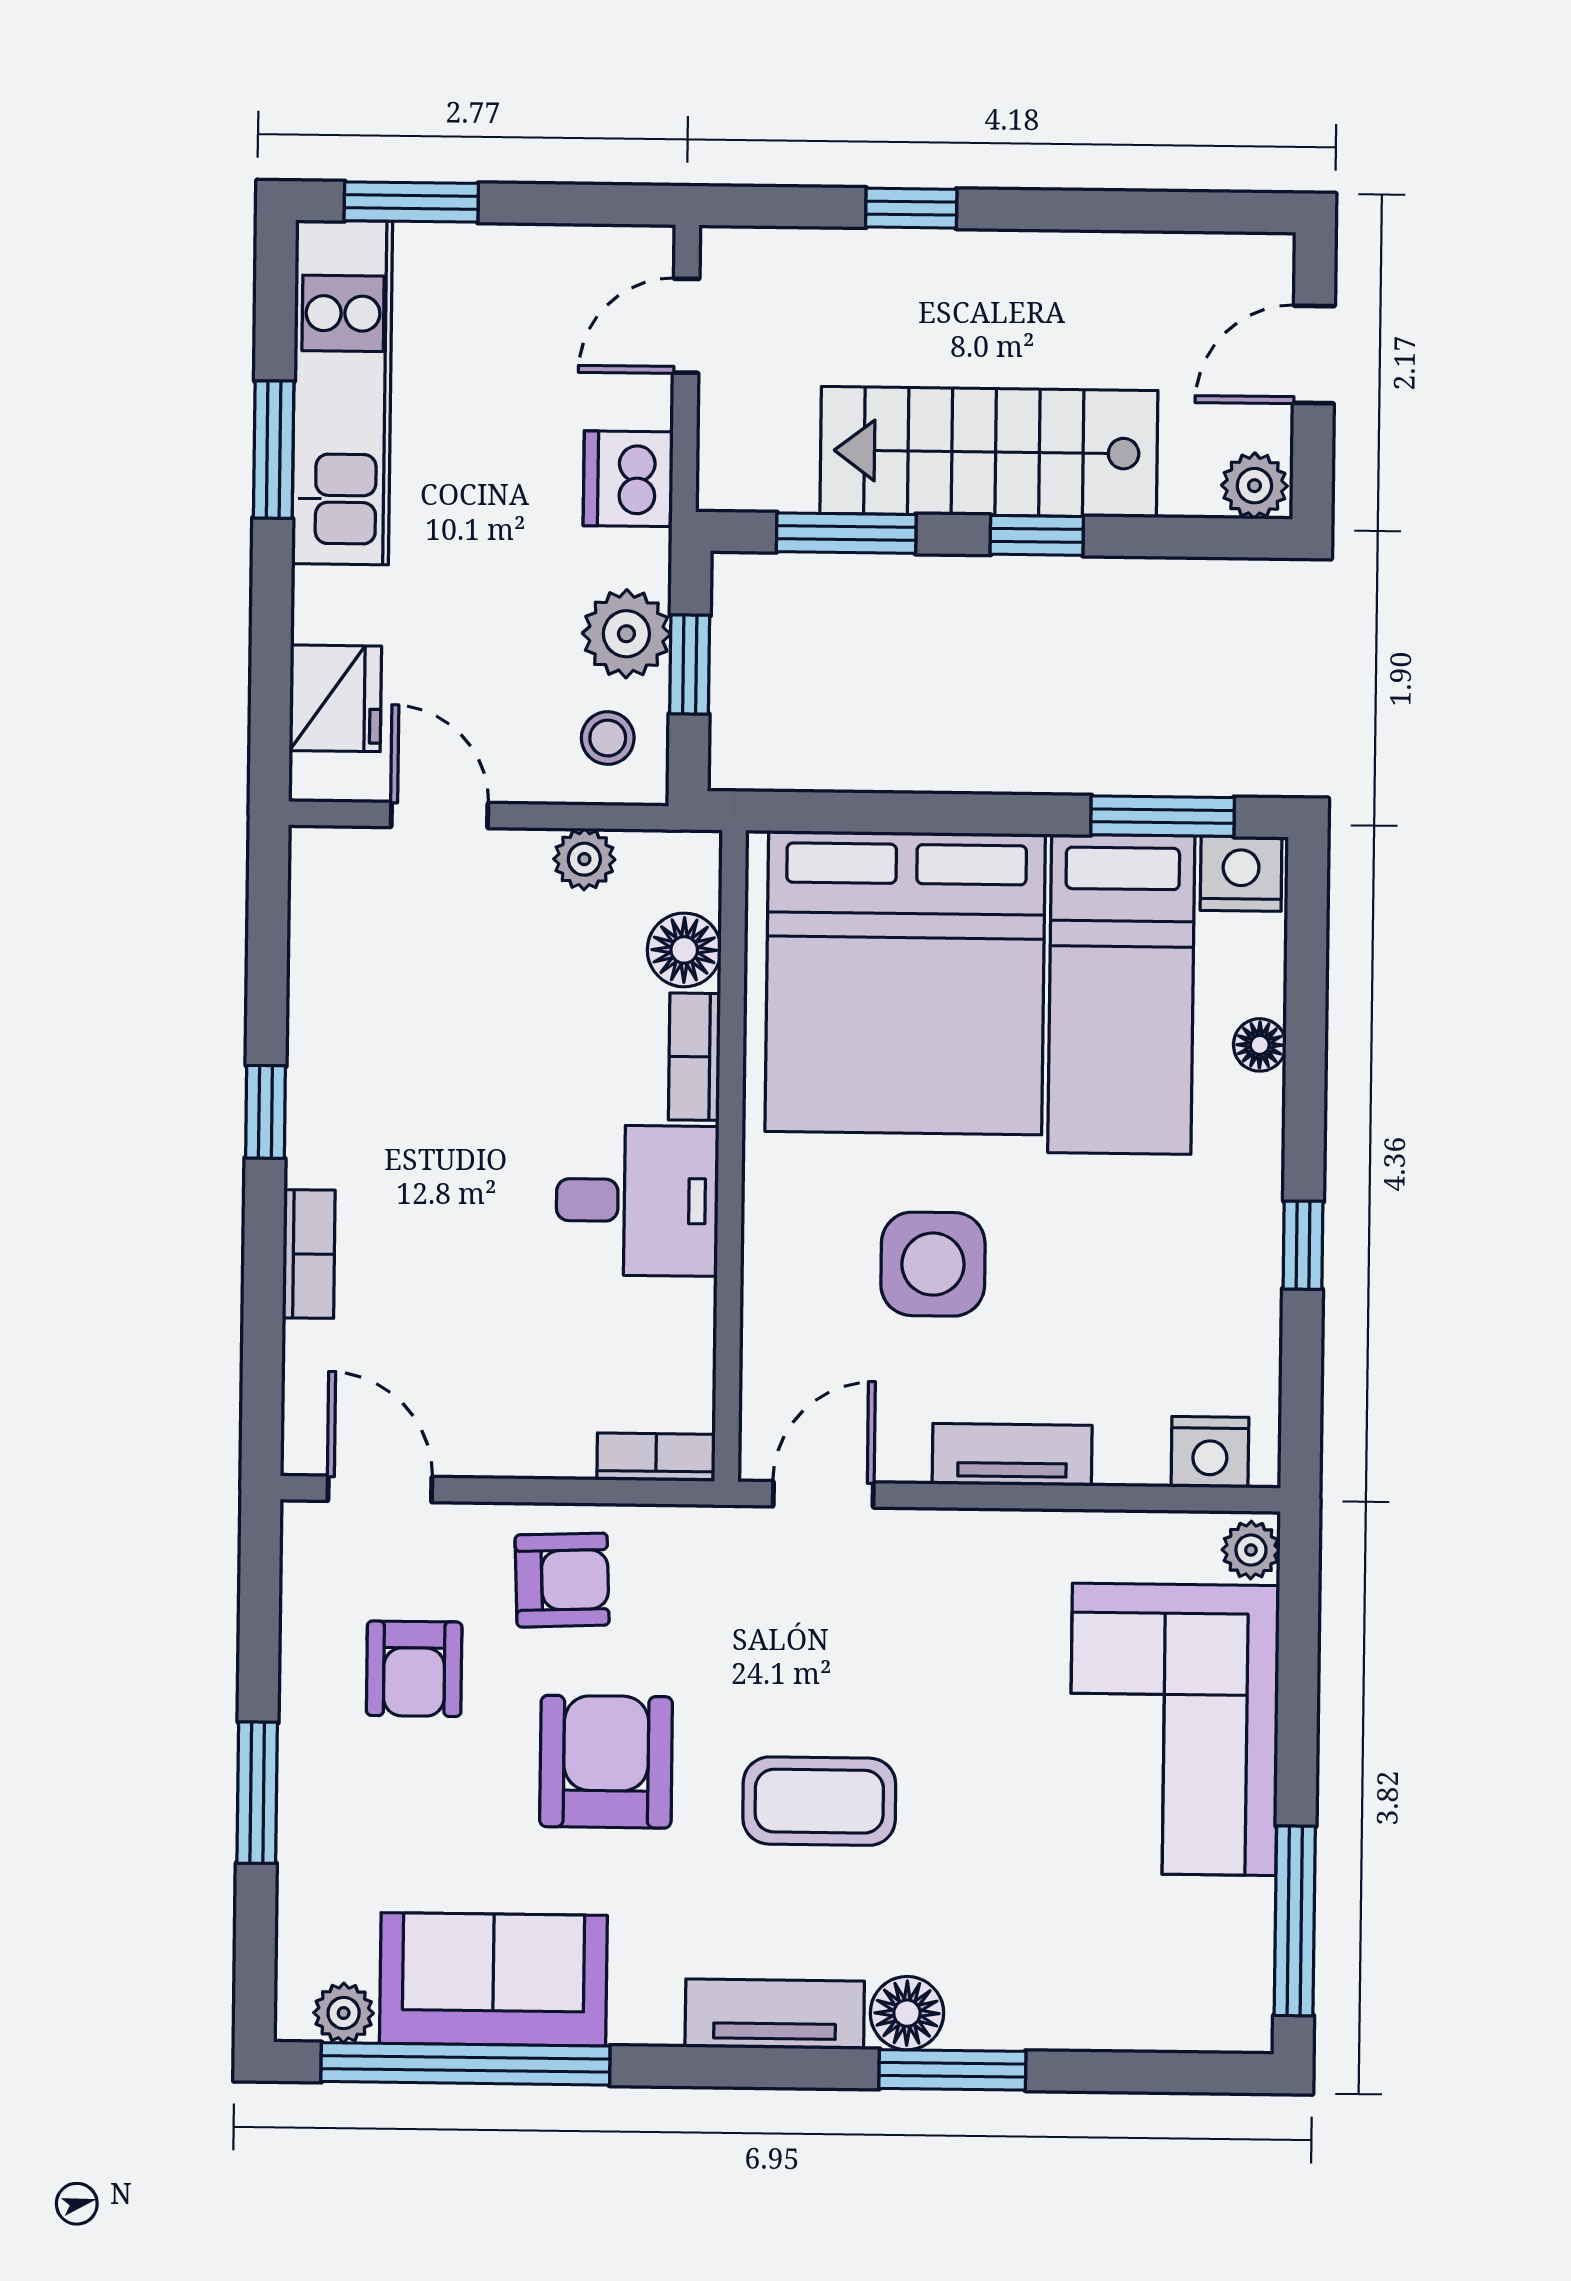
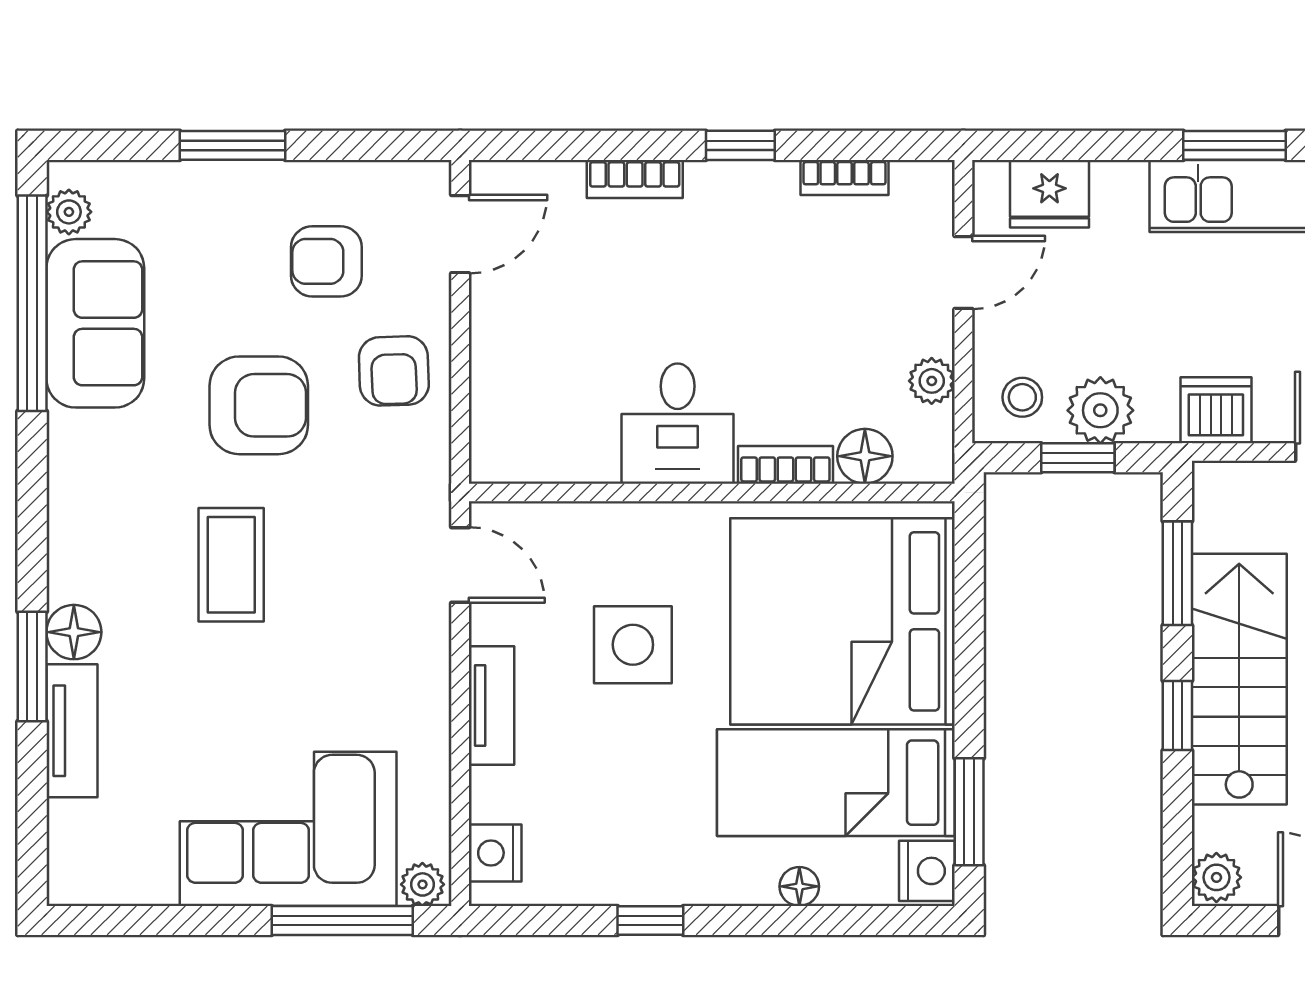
bookcase: (656, 1457) -> (845, 177), moved, turned 90
window: (1295, 1921) -> (342, 921), moved
tv unit: (775, 2014) -> (72, 731), moved

